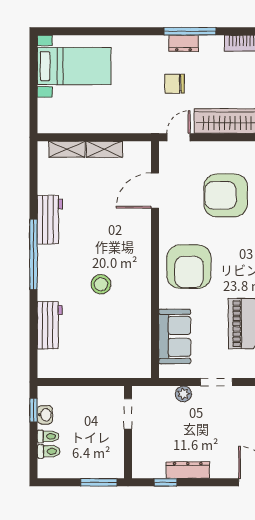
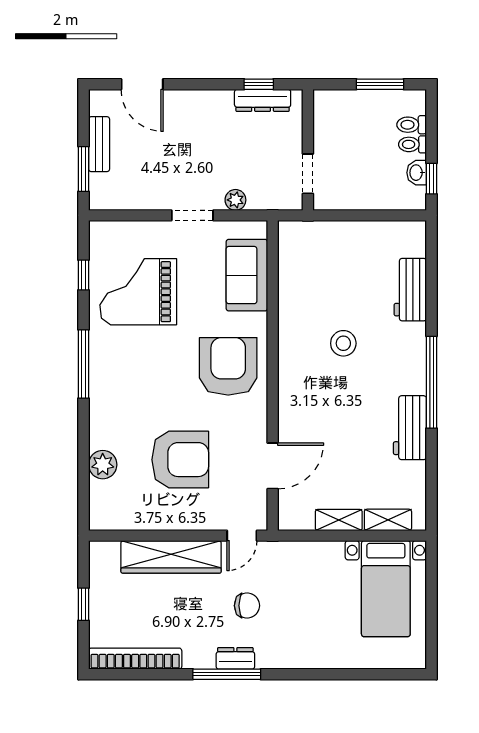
bed with nightstands: (74, 66) -> (386, 589), moved, turned -90
dresser: (188, 470) -> (263, 100), moved
window: (99, 482) -> (380, 84), moved

